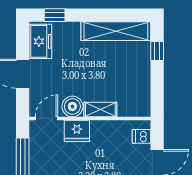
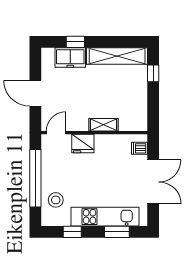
window: (55, 15) -> (75, 42), moved
freezer: (40, 41) -> (70, 58), moved, turned 90
boiler: (72, 106) -> (79, 122), removed

